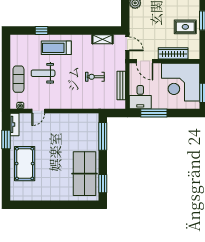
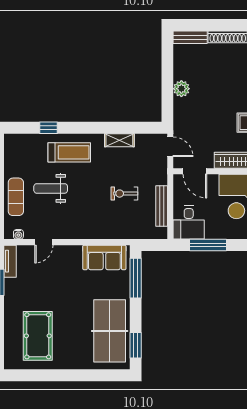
shelving: (102, 39) -> (119, 140), moved
treadmill: (56, 48) -> (69, 152), turned 180
sofa: (81, 122) -> (104, 257), added
pool table: (25, 164) -> (38, 336), moved

